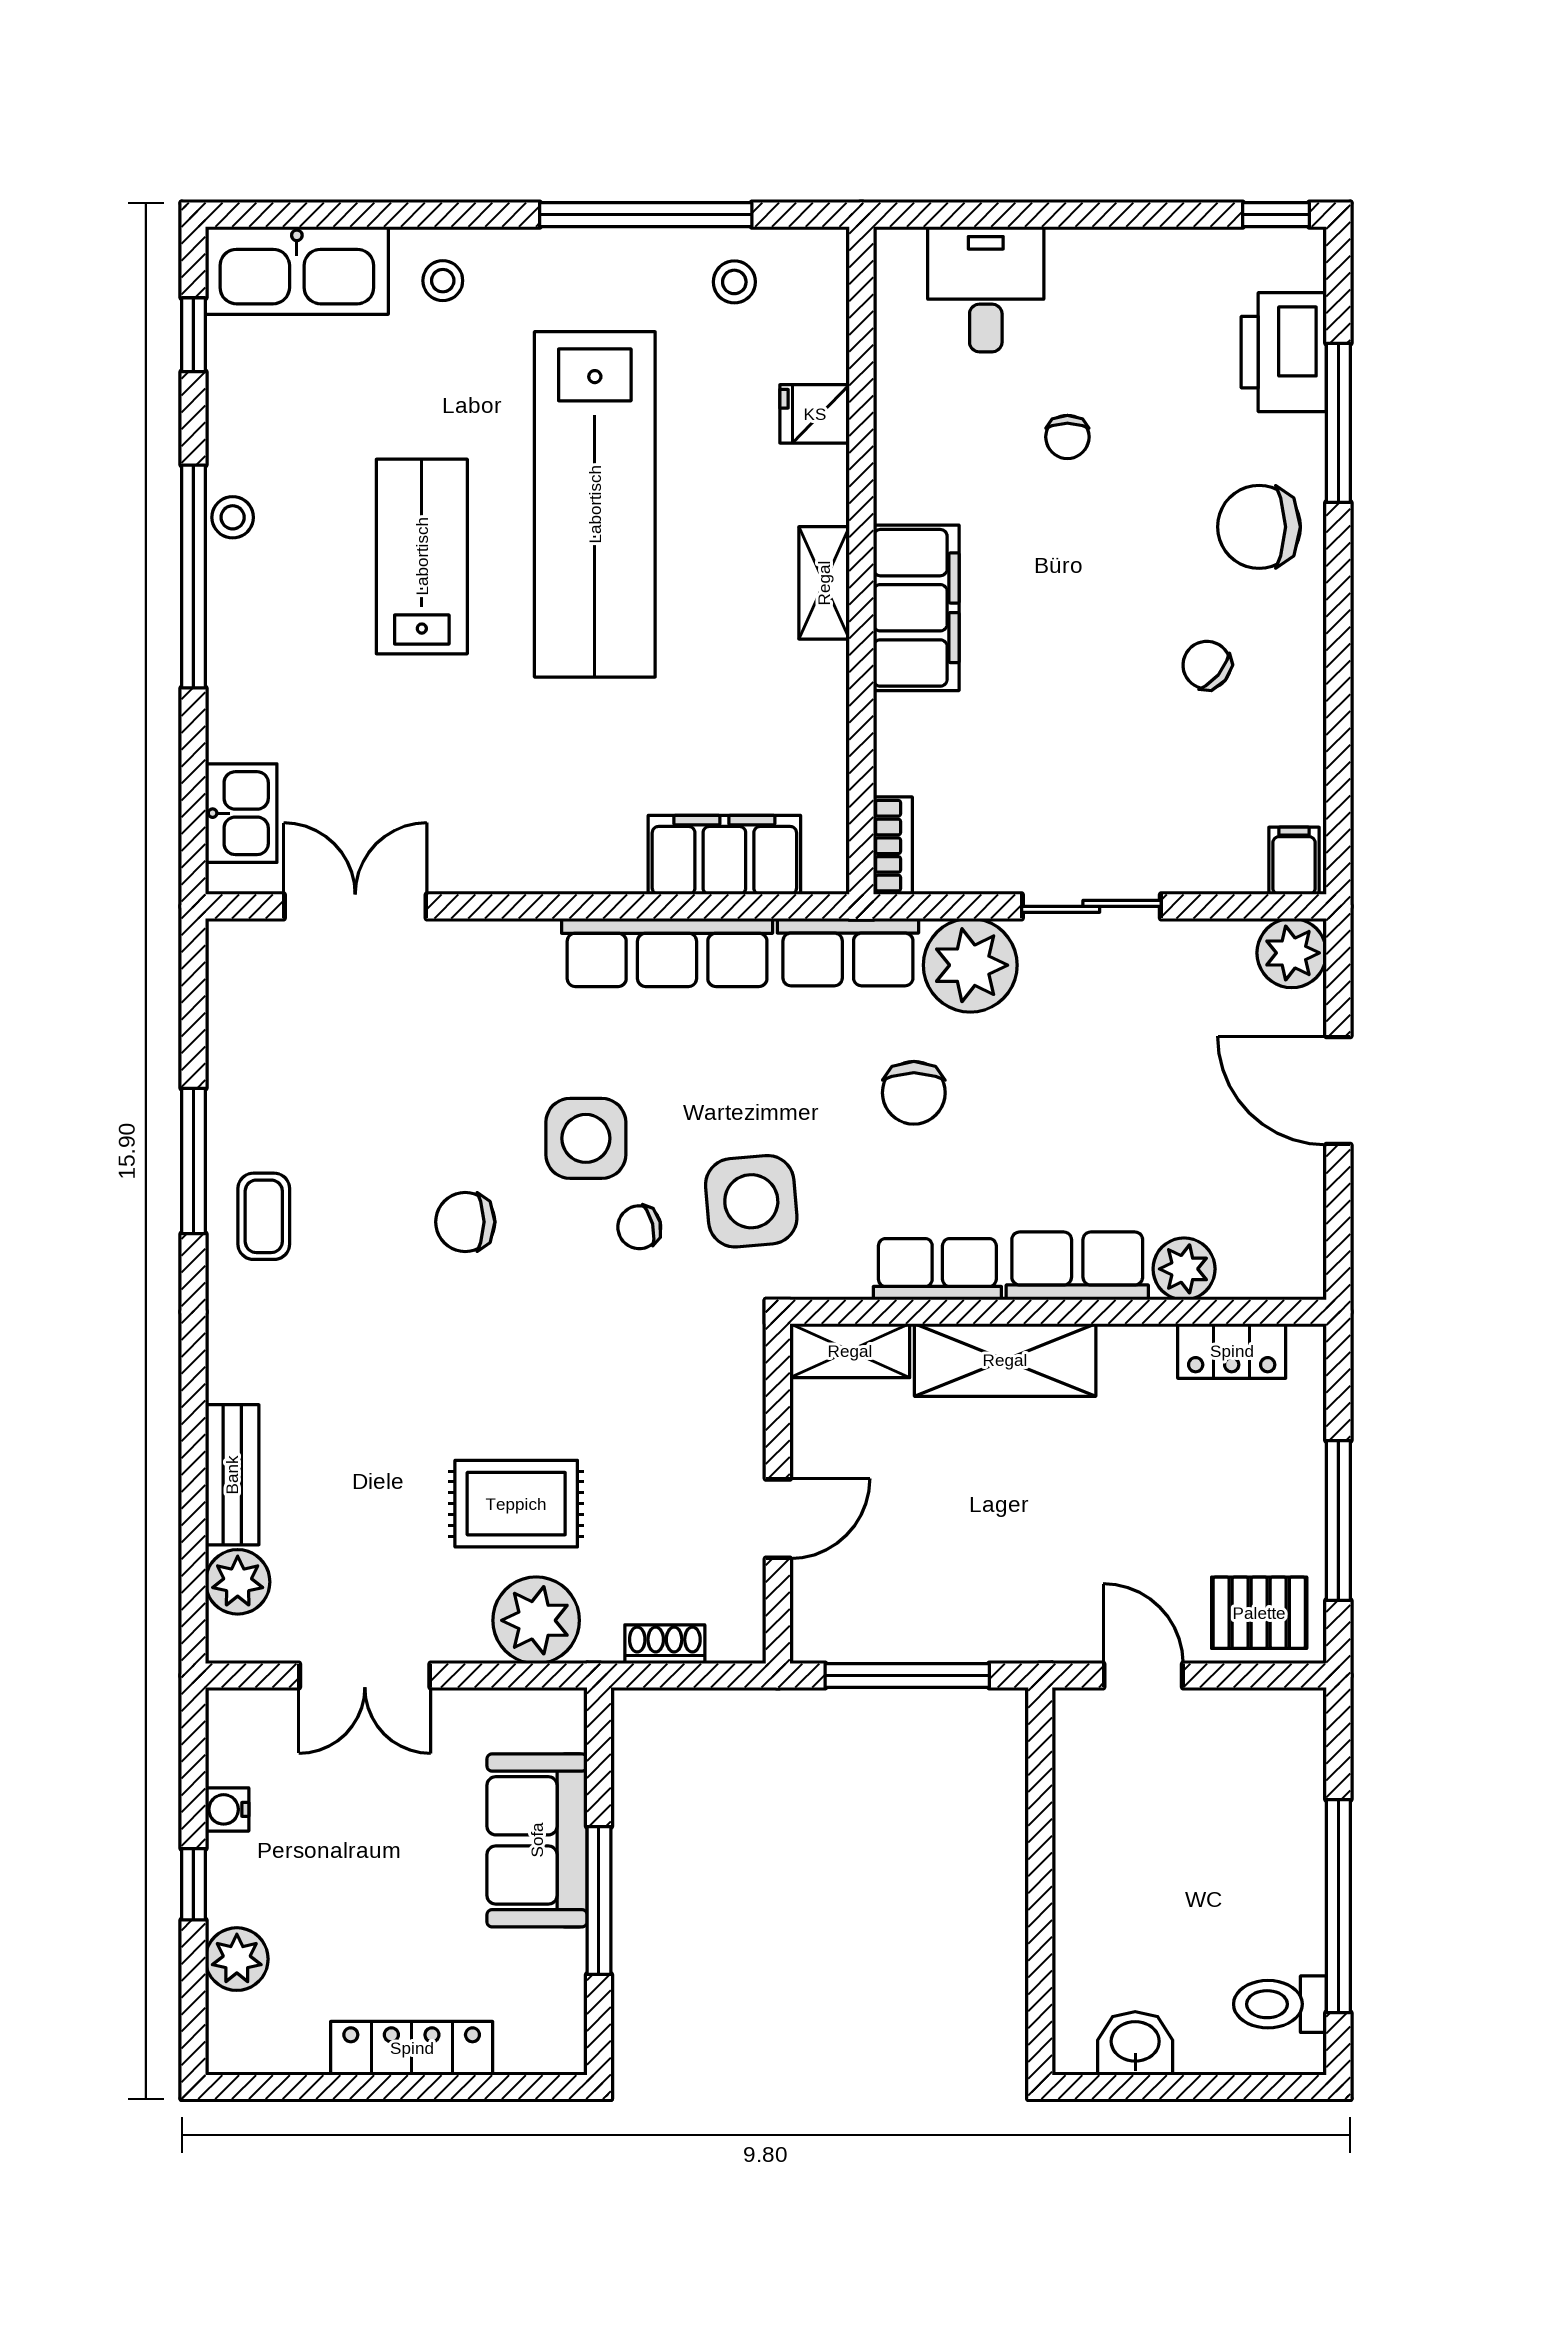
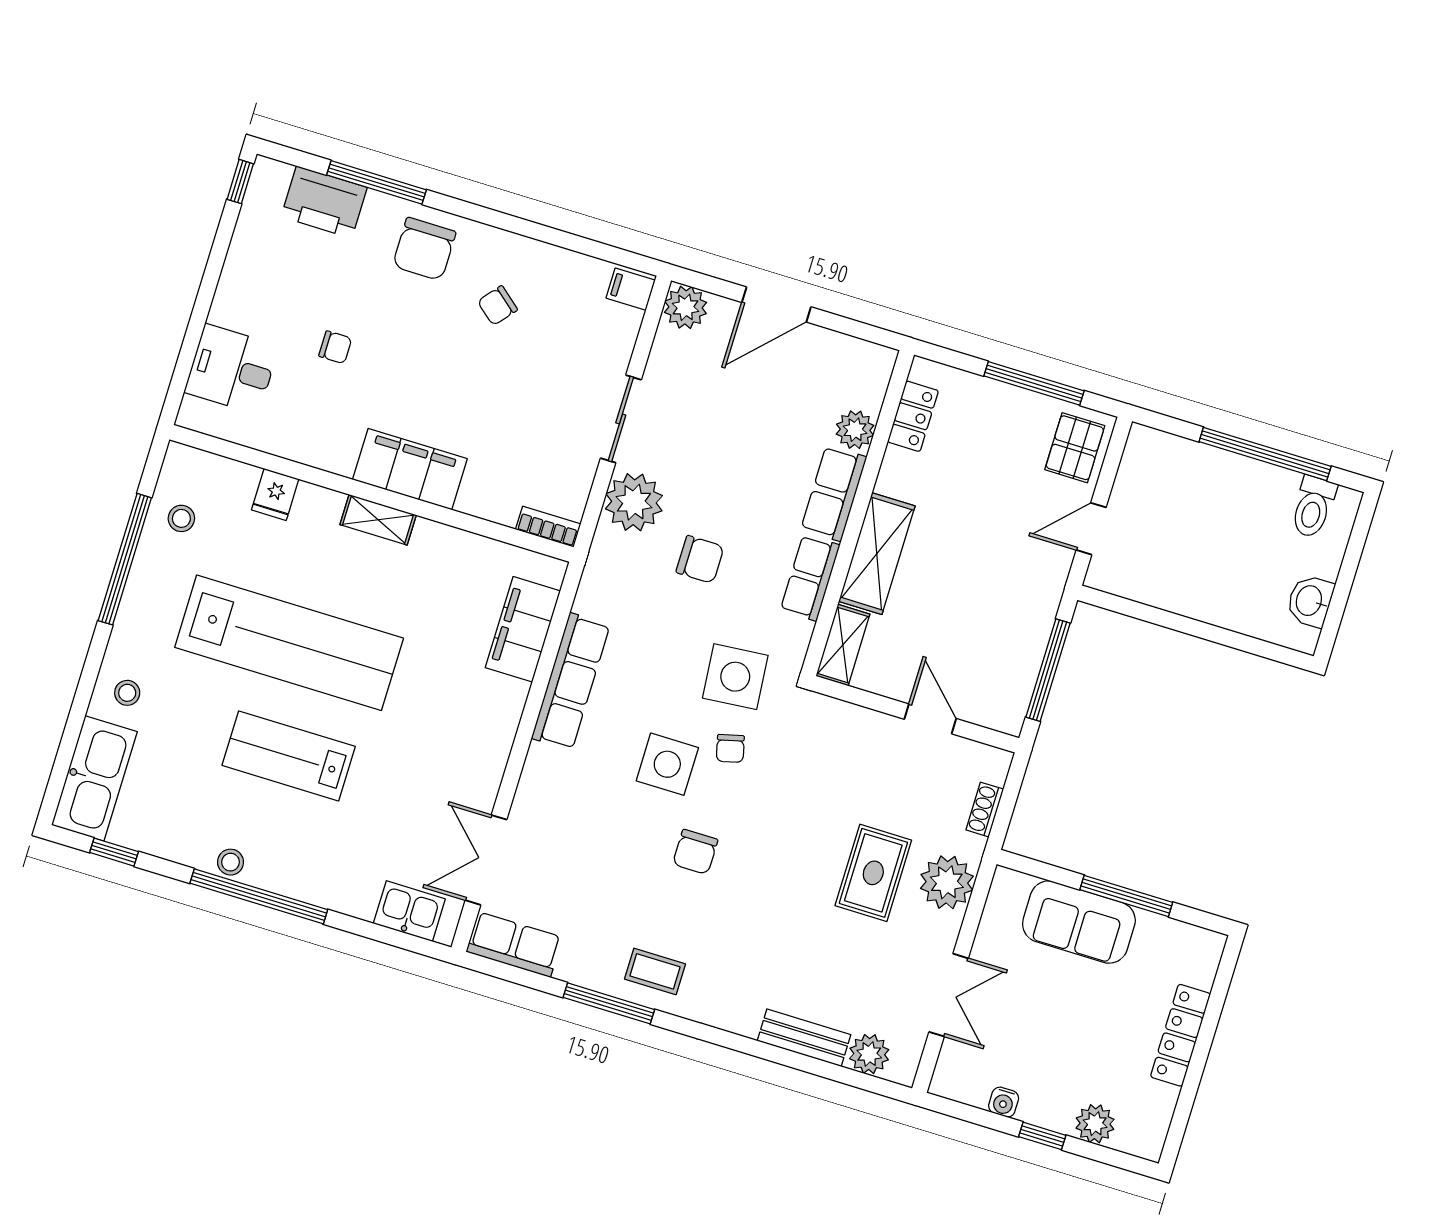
row of seats: (848, 952) -> (514, 945), moved, turned -90

